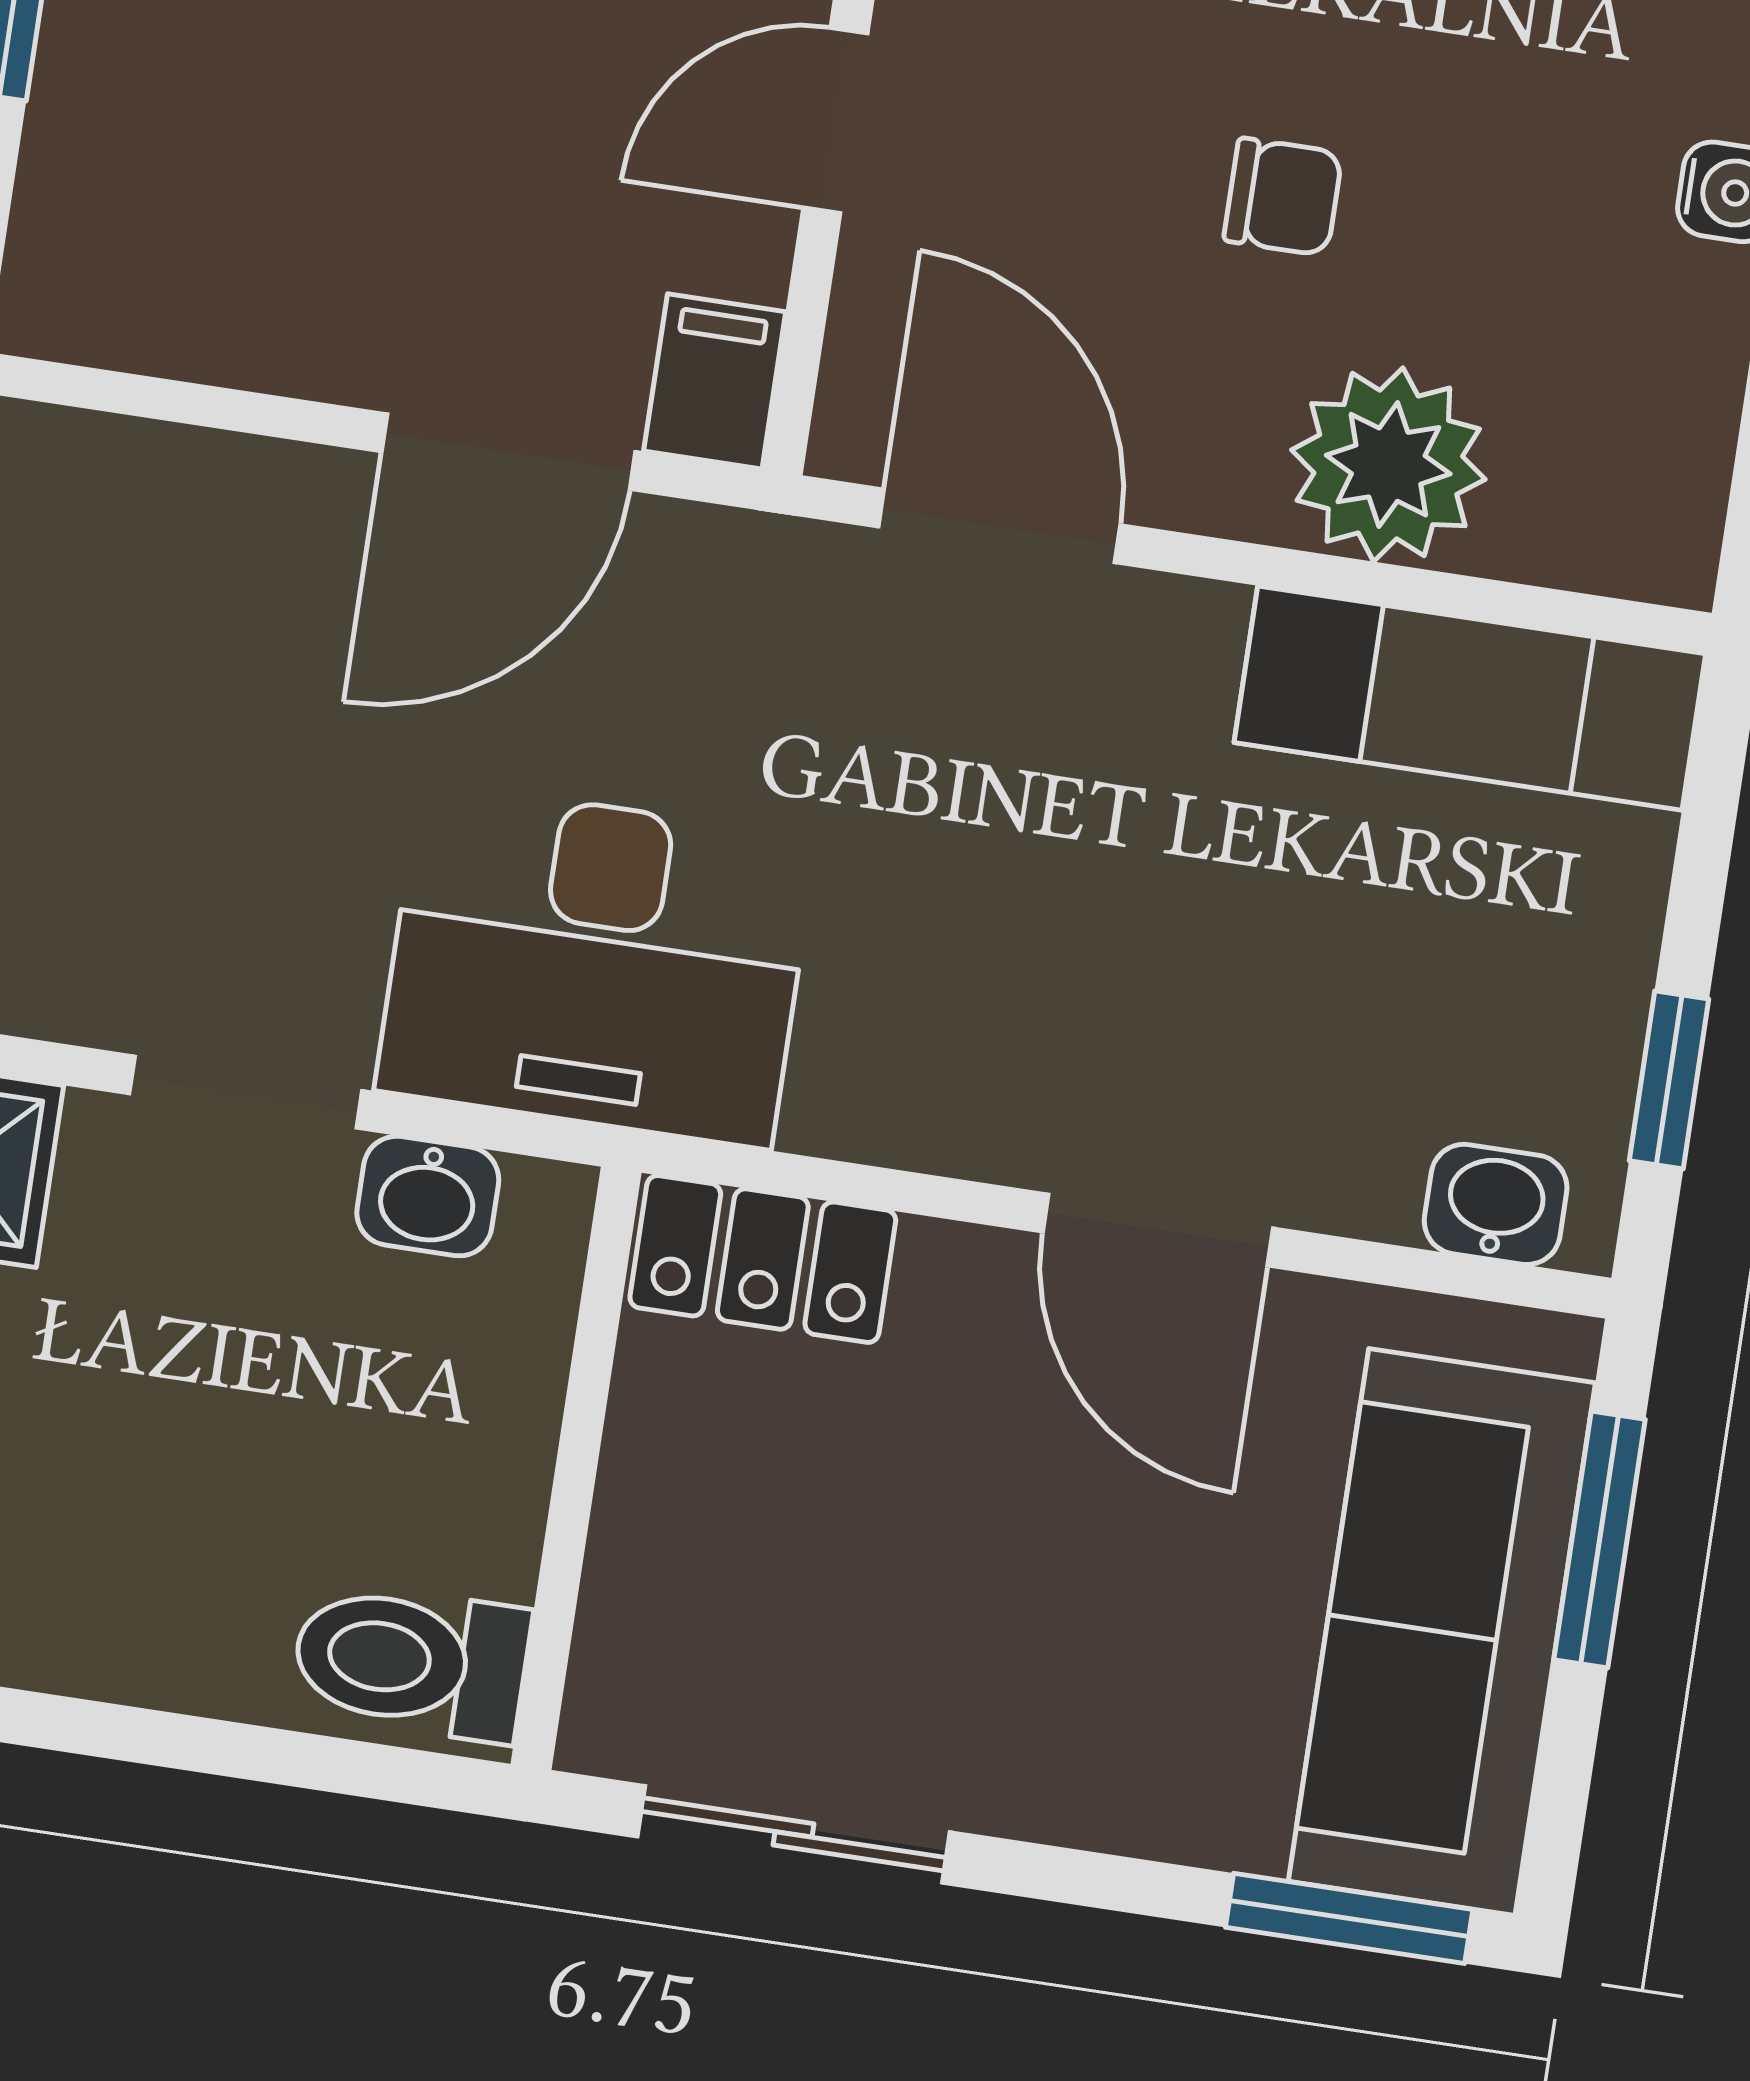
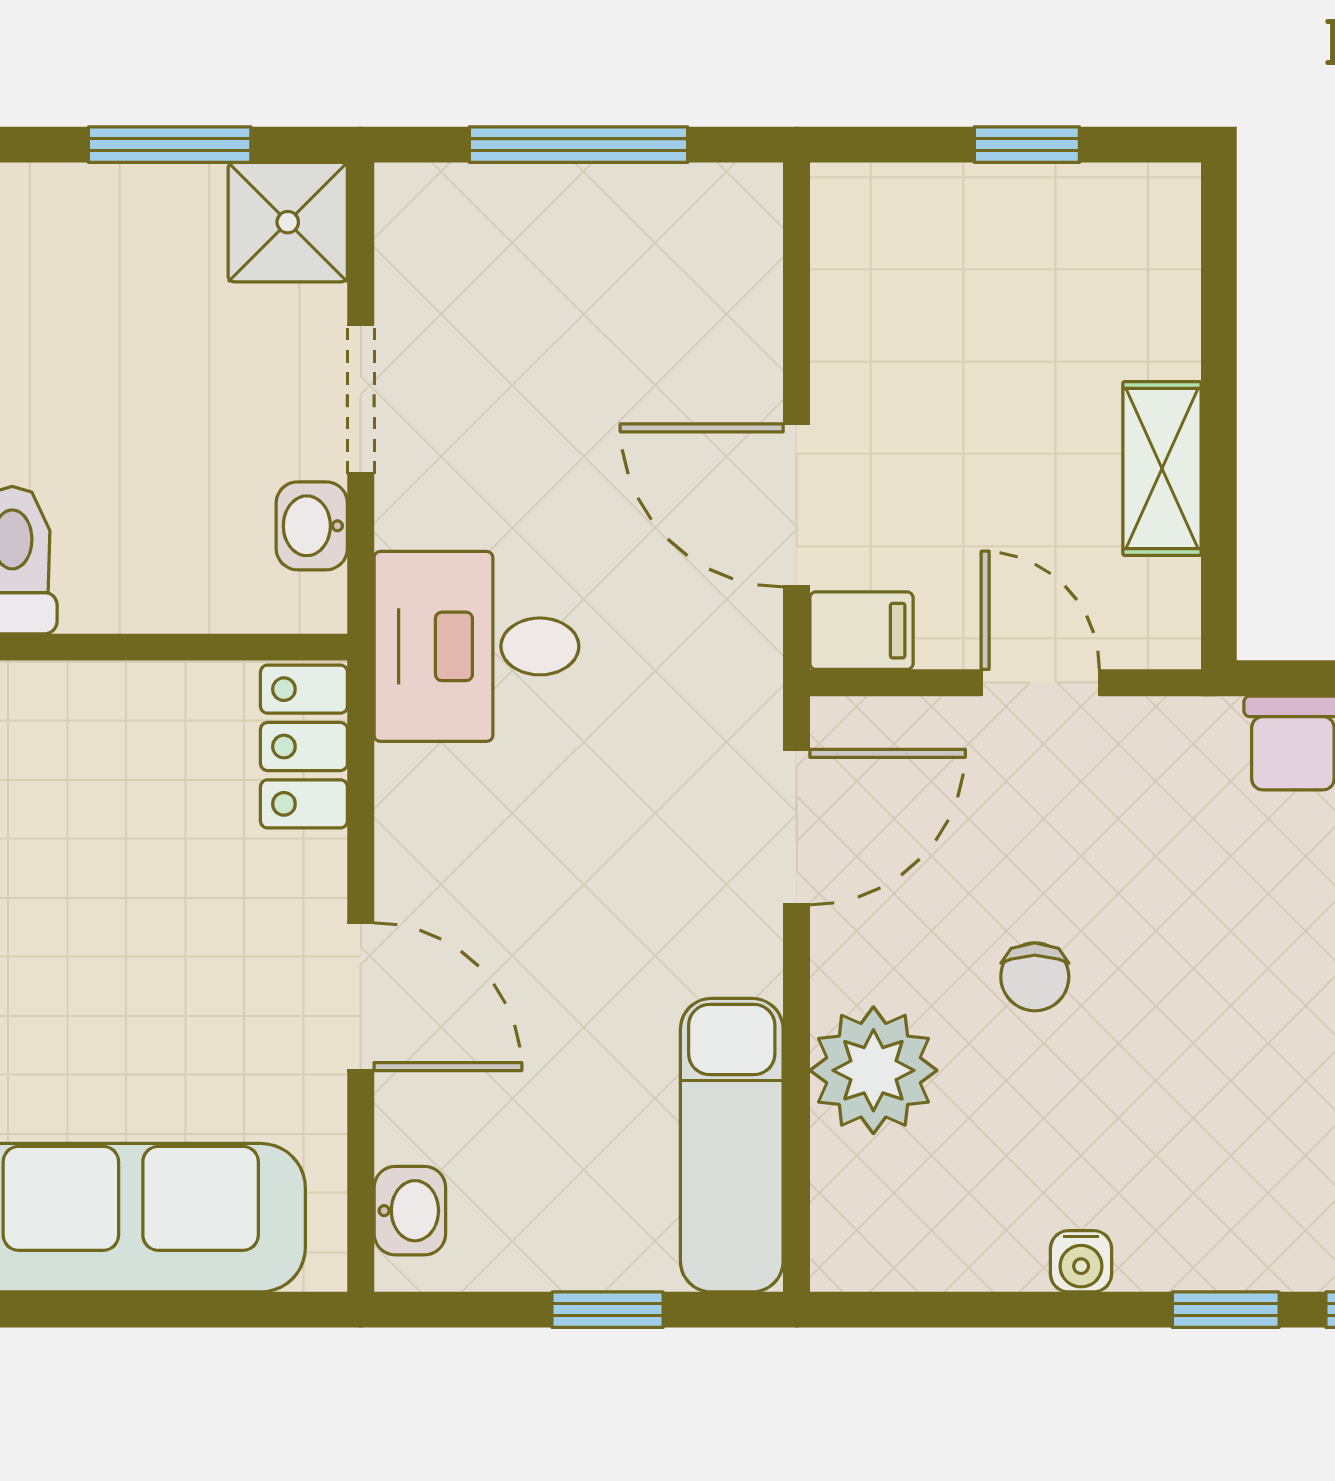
desk: (596, 964) -> (476, 646), width x0.73
window: (1669, 1080) -> (608, 1310), moved
door: (1158, 1230) -> (361, 997), swing flipped
window: (1599, 1539) -> (205, 1310), removed

